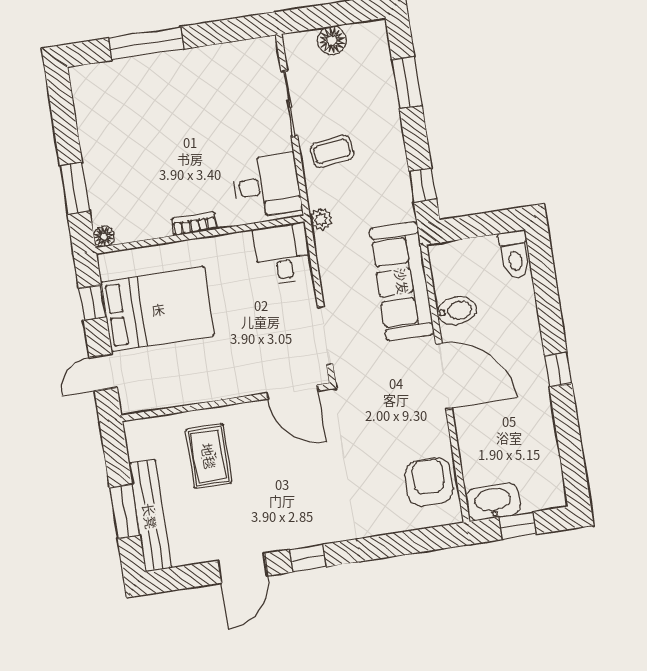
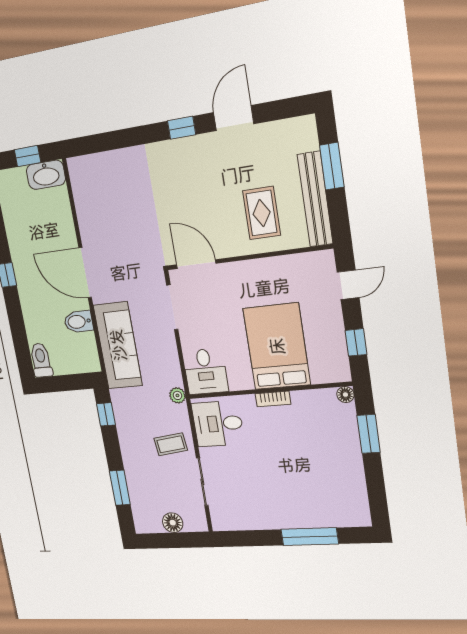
bed: (158, 309) -> (277, 346), moved, turned 90
armchair: (429, 482) -> (92, 191), removed
bench: (150, 516) -> (315, 199), moved

